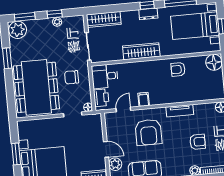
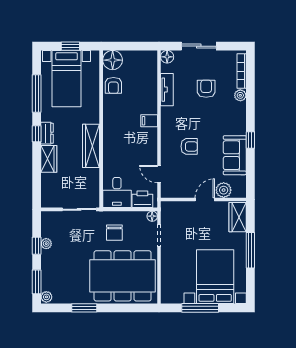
wardrobe: (104, 19) -> (49, 159), moved, width x0.67
plant: (18, 30) -> (46, 297), width x0.53, depth x0.53
armchair: (178, 69) -> (113, 85), moved
filing cabinet: (144, 99) -> (149, 121), moved
tv unit: (180, 111) -> (167, 90), moved
armchair: (148, 132) -> (189, 146), width x0.53, depth x0.53
window: (16, 154) -> (200, 308), width x1.44

